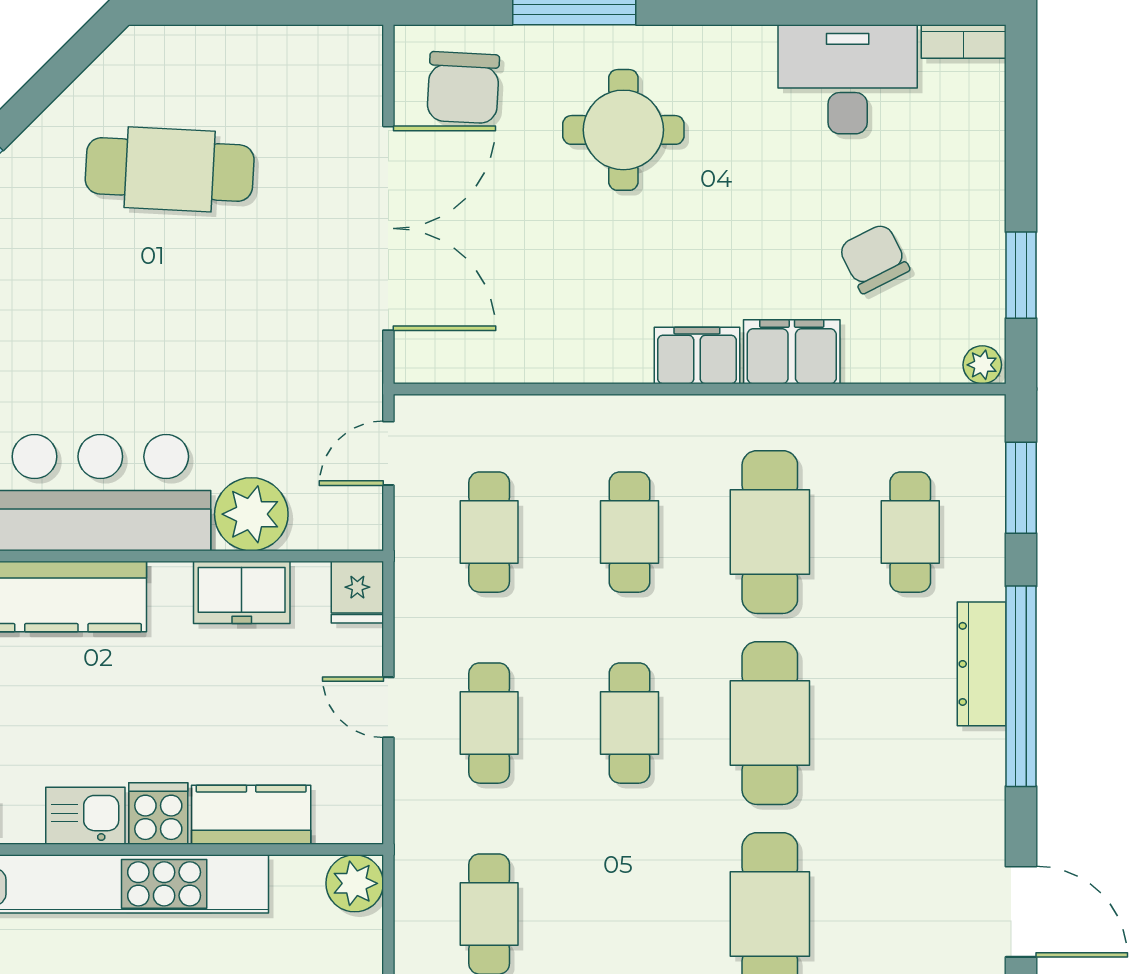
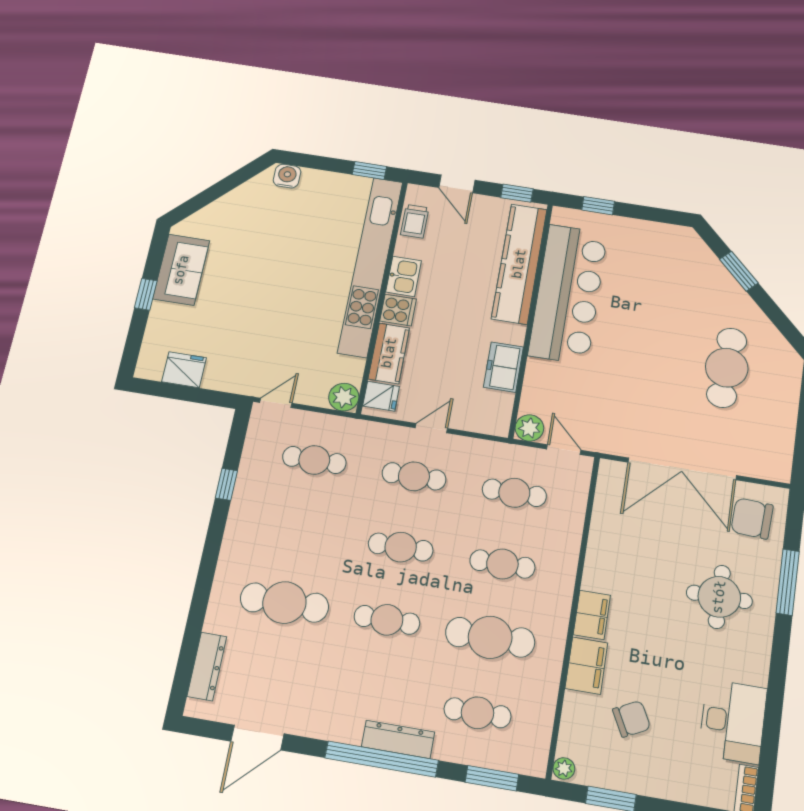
plant: (251, 514) -> (529, 428), moved, width x0.73, depth x0.73
fridge: (357, 592) -> (381, 396), moved, turned 180
cafe table: (770, 723) -> (387, 620), width x0.73, depth x0.74

